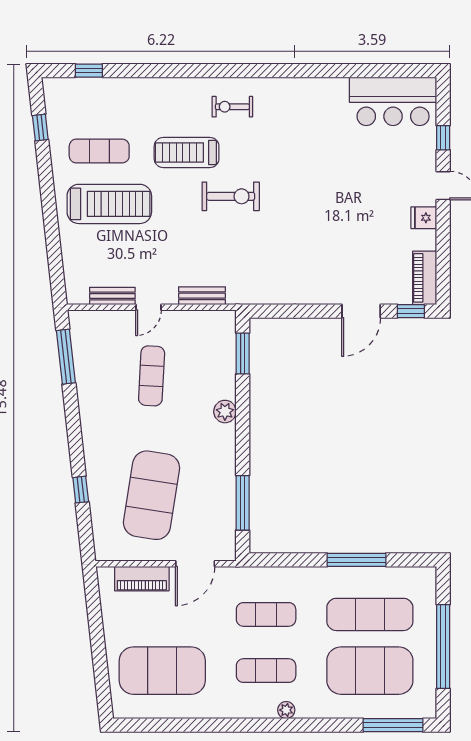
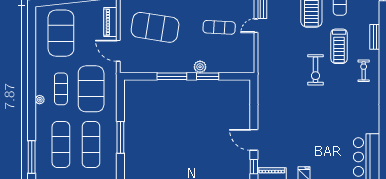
treadmill: (187, 152) -> (339, 46), turned 180
bench: (202, 296) -> (375, 37), moved
door: (149, 307) -> (256, 26), hinge flipped
window: (243, 354) -> (208, 76), moved
window: (243, 503) -> (172, 76), moved
exercise mat: (266, 614) -> (91, 89), width x2.00, depth x1.45
exercise mat: (370, 671) -> (61, 145), width x0.68

